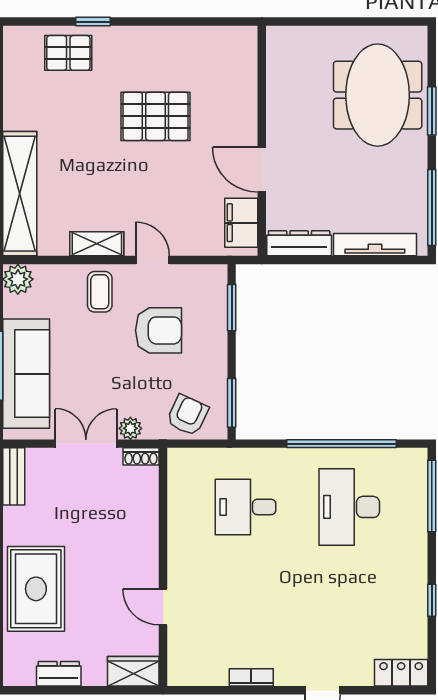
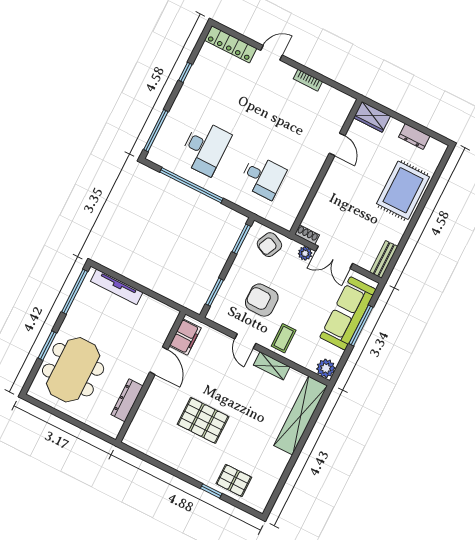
dresser: (299, 243) -> (127, 400), moved, turned 90
locker: (401, 673) -> (231, 44), width x1.53

